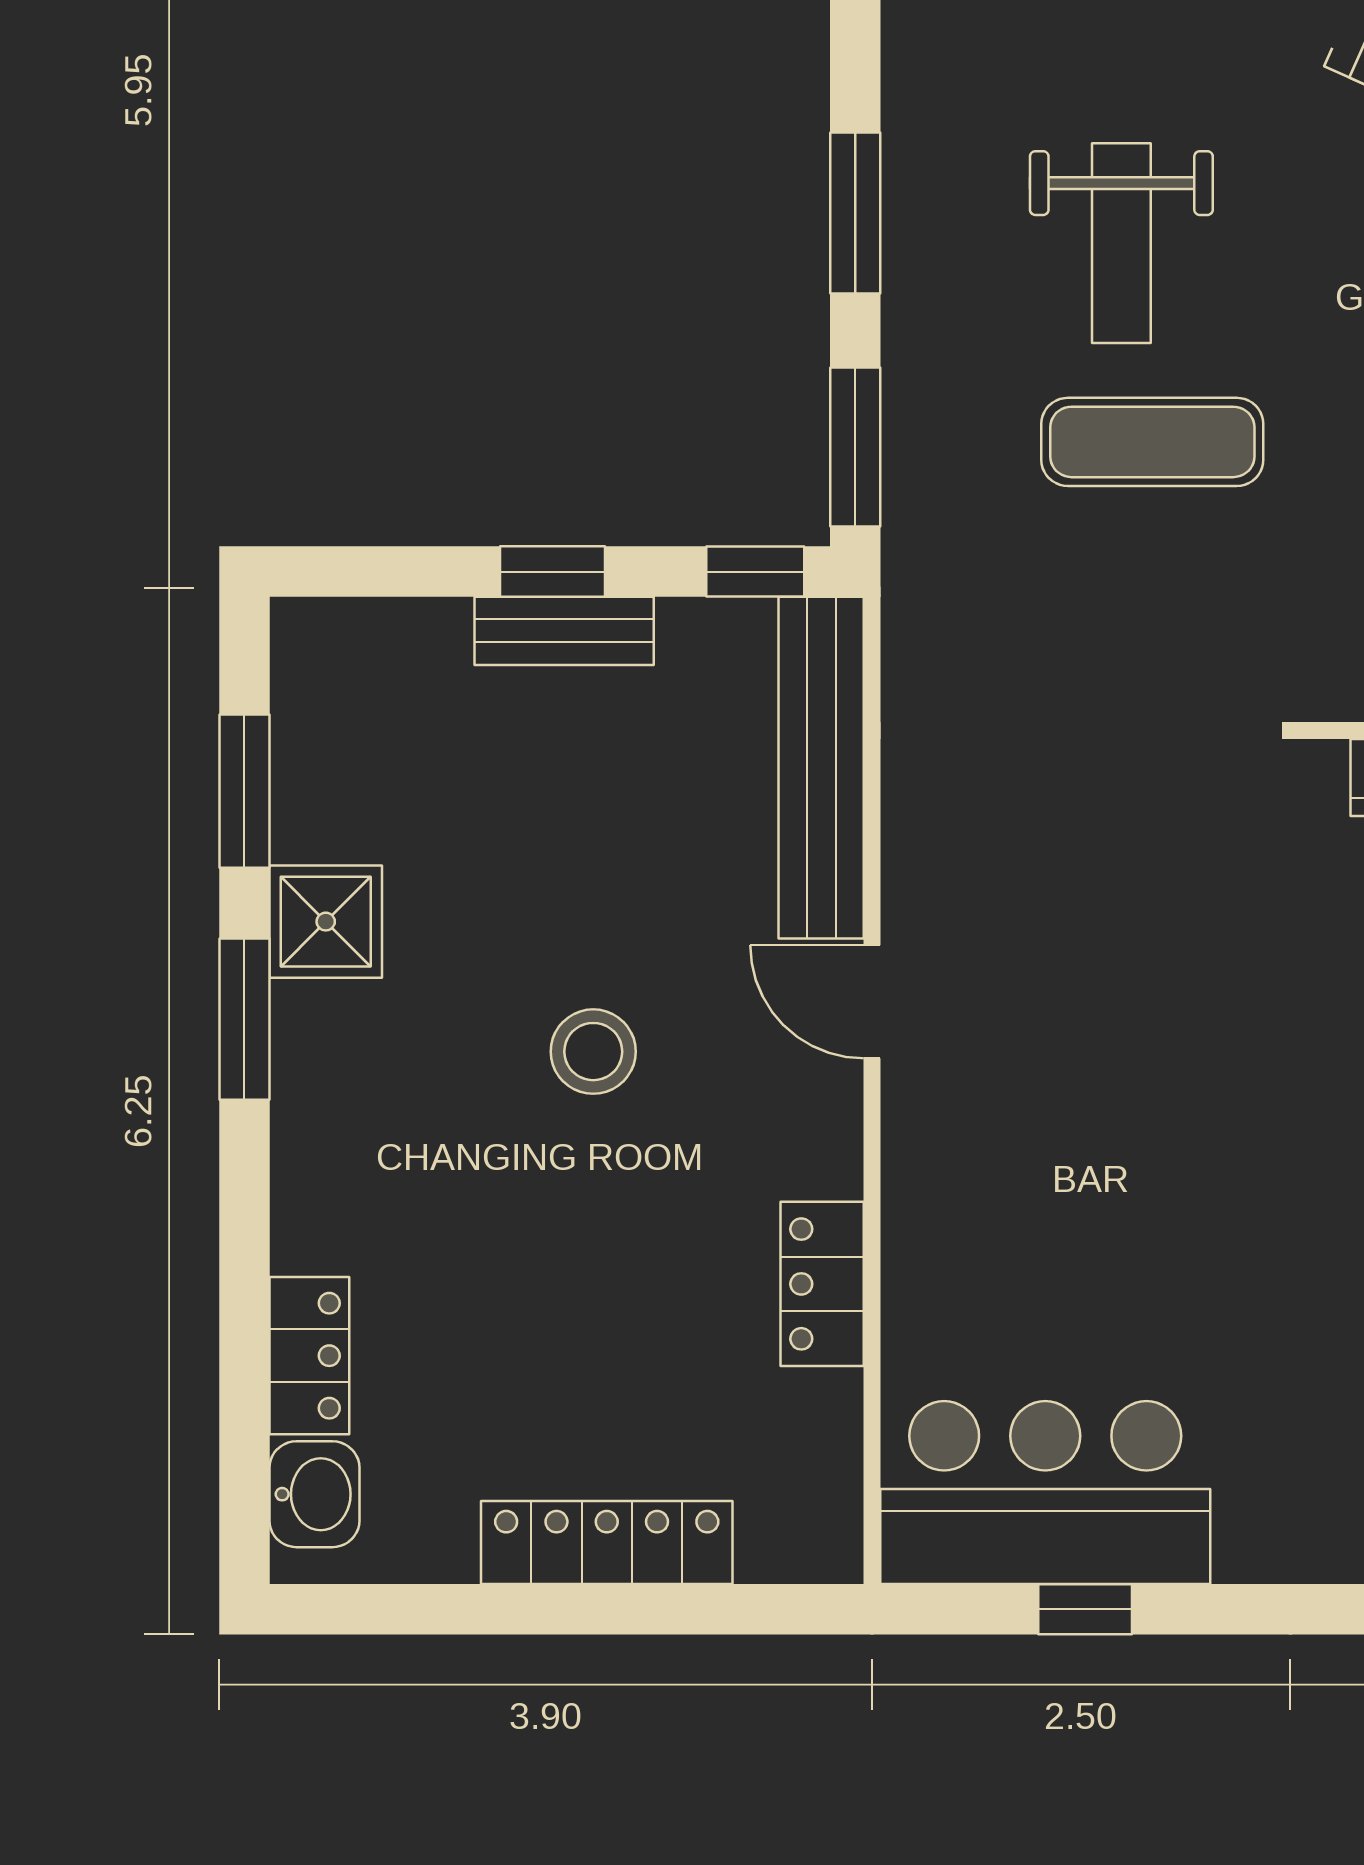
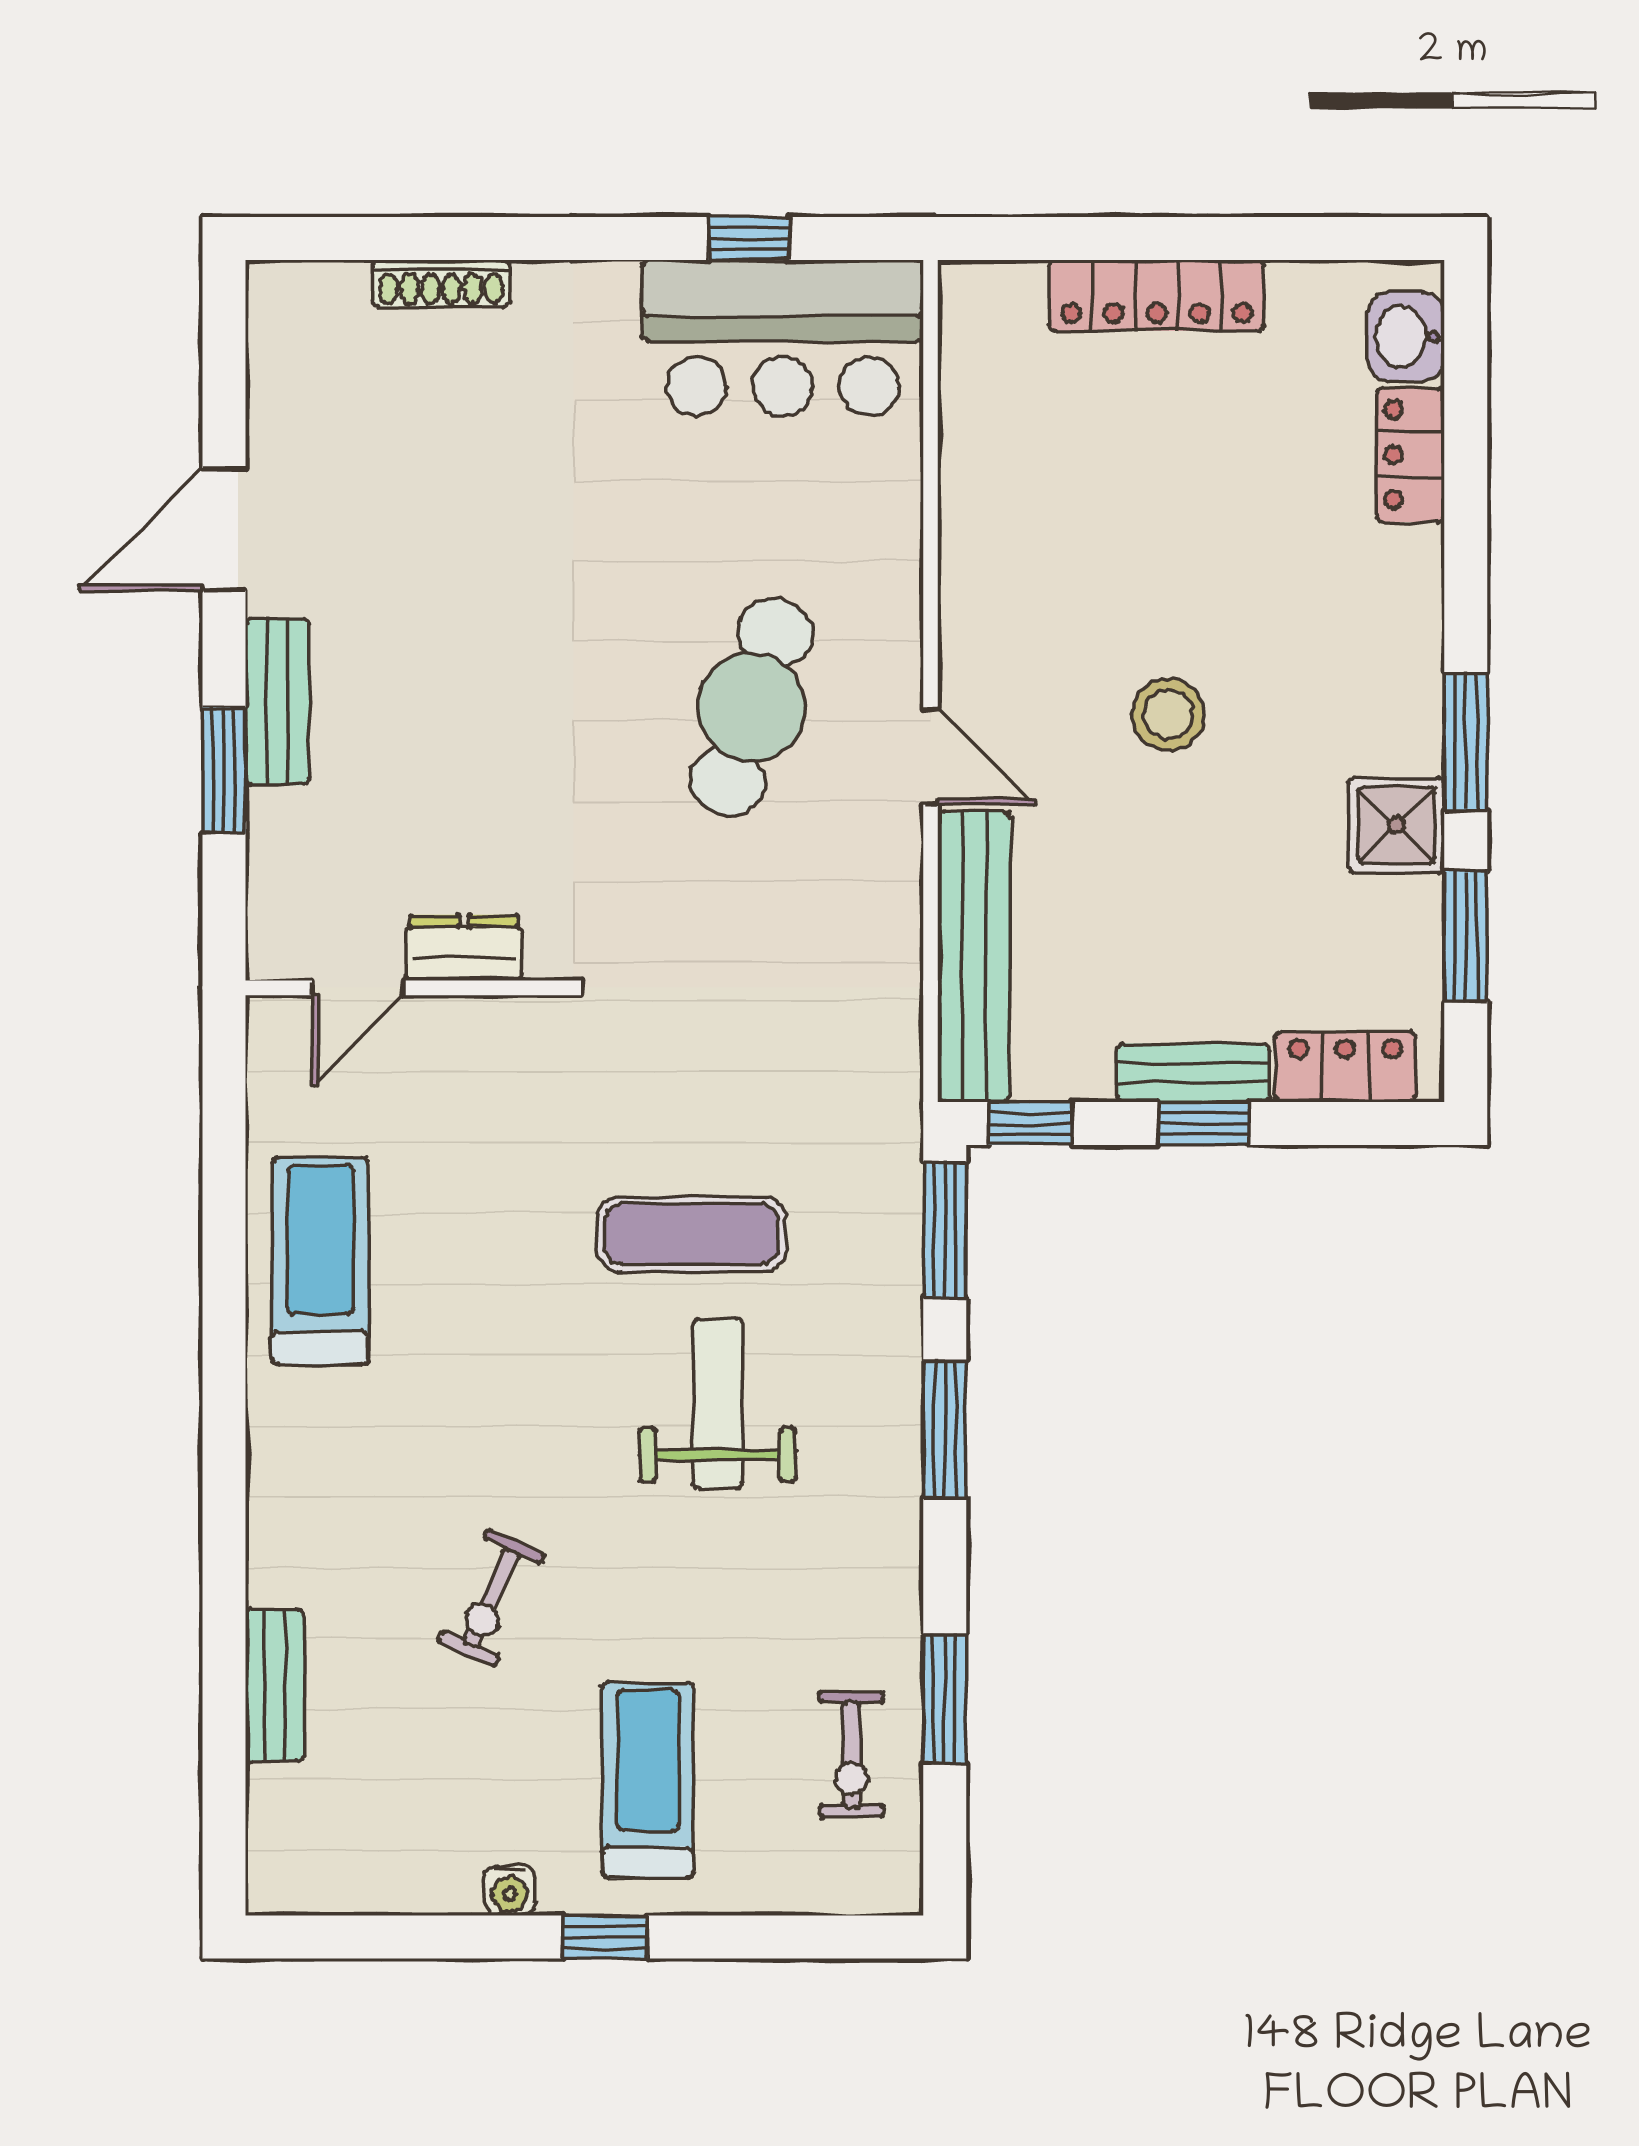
cafe table: (1082, 1060) -> (751, 707), added
locker: (822, 1284) -> (1345, 1067), moved, turned -90

